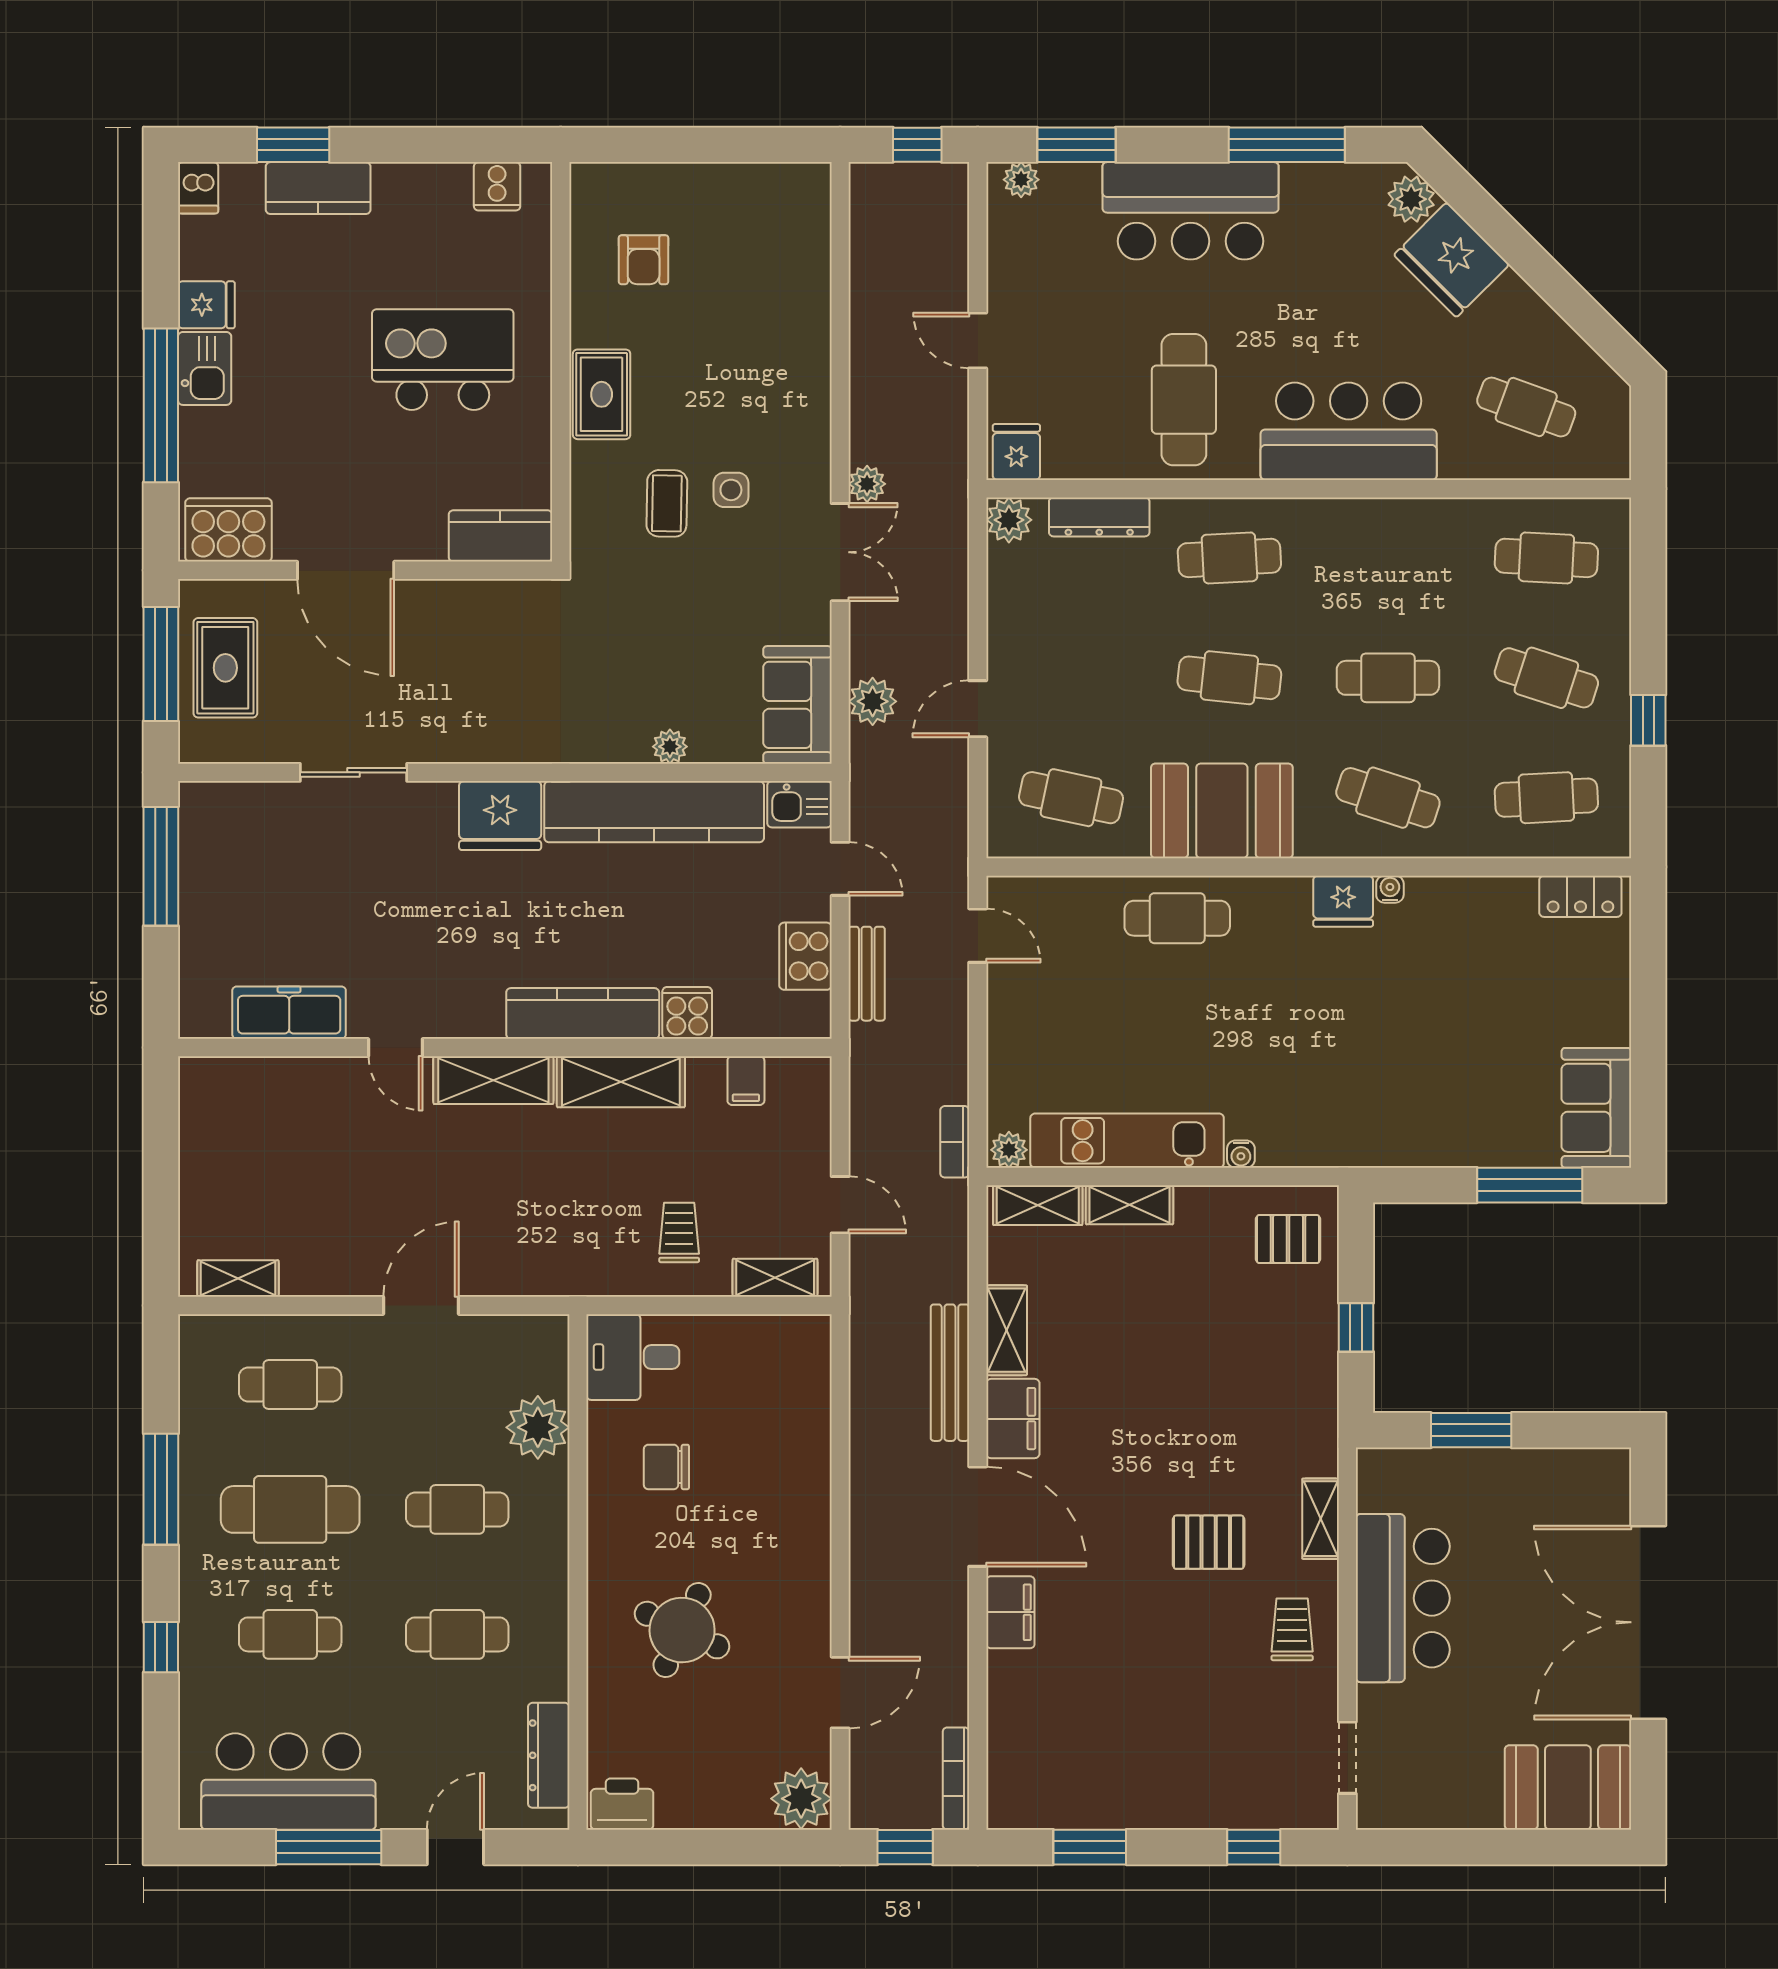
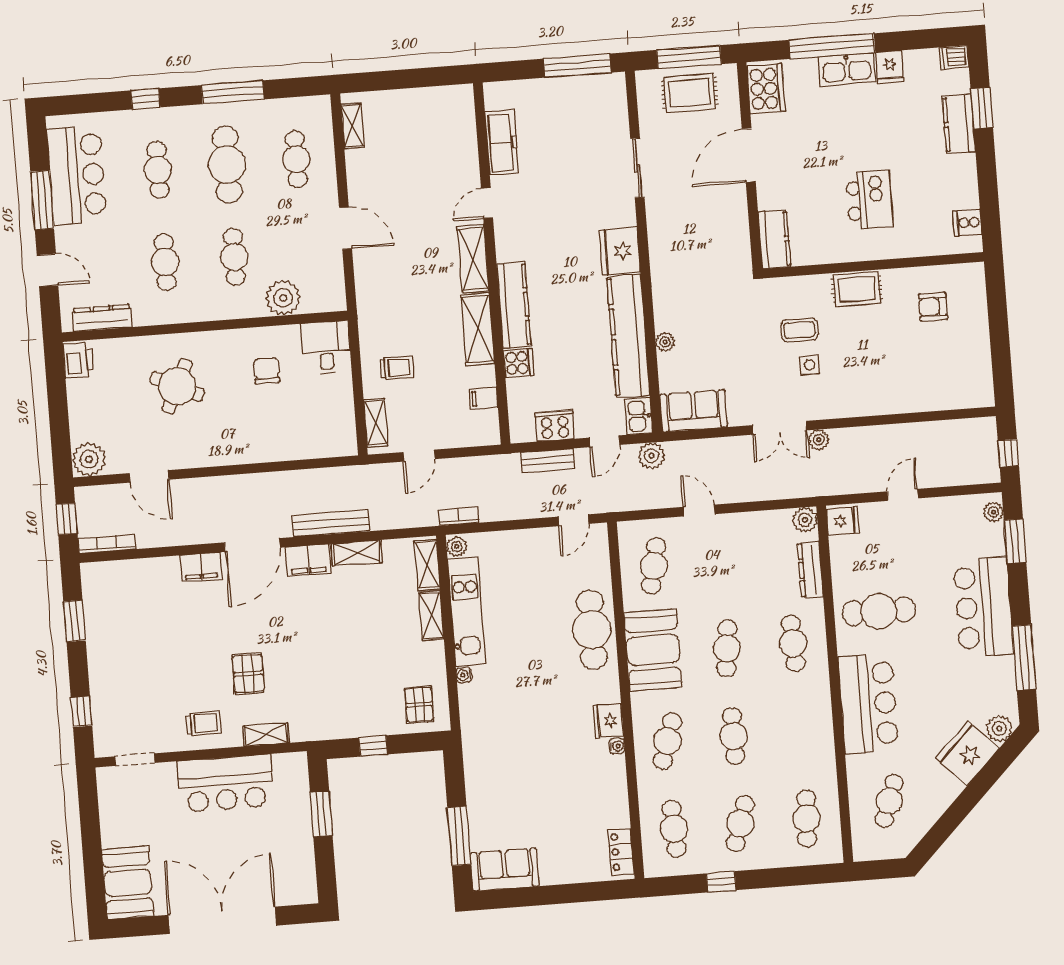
kitchen island: (443, 360) -> (869, 200), width x0.73, depth x0.78
kitchen sink: (205, 368) -> (847, 69), width x1.38
plant: (873, 701) -> (651, 456), moved
cafe table: (1177, 918) -> (592, 630), width x1.37, depth x1.35

